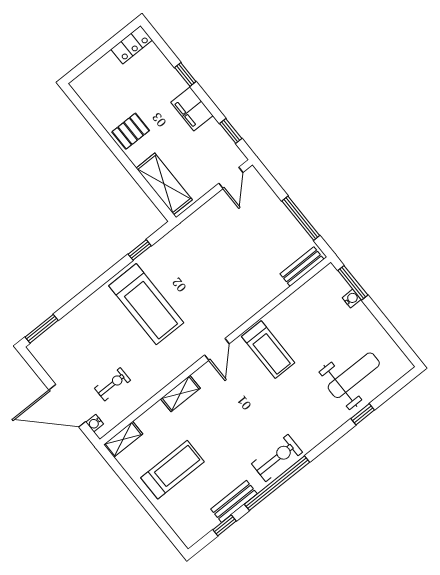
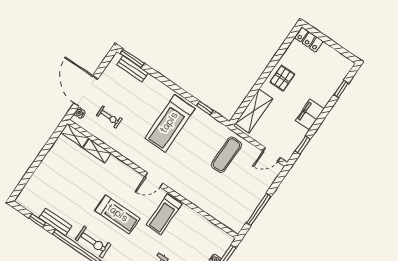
locker: (132, 45) -> (309, 40), moved
window: (185, 74) -> (341, 89), moved
pallet: (131, 131) -> (282, 78), turned 90
exercise mat: (213, 239) -> (226, 155), added
bench: (302, 267) -> (132, 69), moved
shelving: (180, 393) -> (97, 151), moved
treadmill: (172, 470) -> (117, 214), moved

